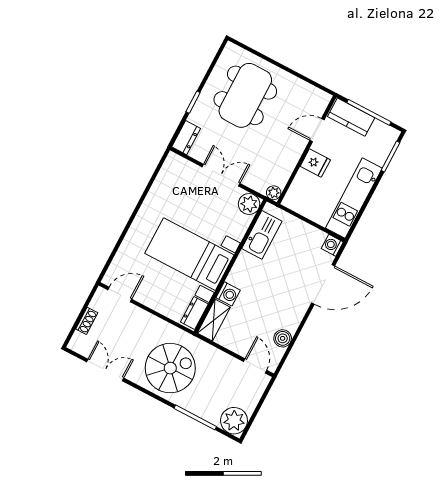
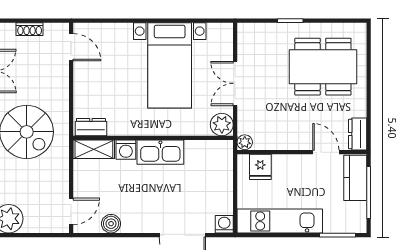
dresser: (186, 138) -> (358, 134), moved, turned 90
fridge: (315, 163) -> (260, 167), moved
double door: (221, 175) -> (235, 83), swing flipped
kitchen sink: (262, 235) -> (160, 152), moved
bed with nightstands: (189, 254) -> (170, 65), moved, turned 180

